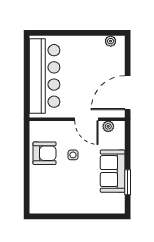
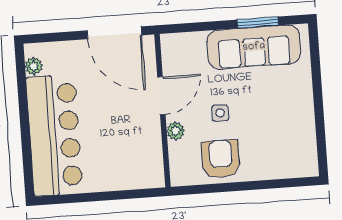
bar counter: (45, 76) -> (54, 135), moved, turned 90
plant: (108, 126) -> (176, 131), moved
sofa: (113, 171) -> (254, 47), width x1.36

